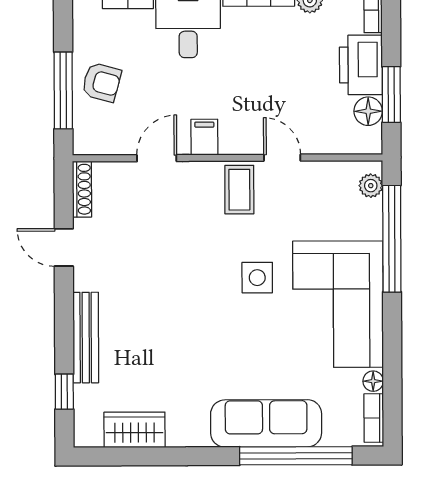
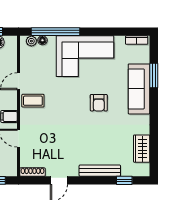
side table: (257, 278) -> (73, 93), removed
armchair: (235, 335) -> (99, 103), added
floor lamp: (373, 381) -> (42, 40), moved
window: (296, 456) -> (154, 75), width x0.47

